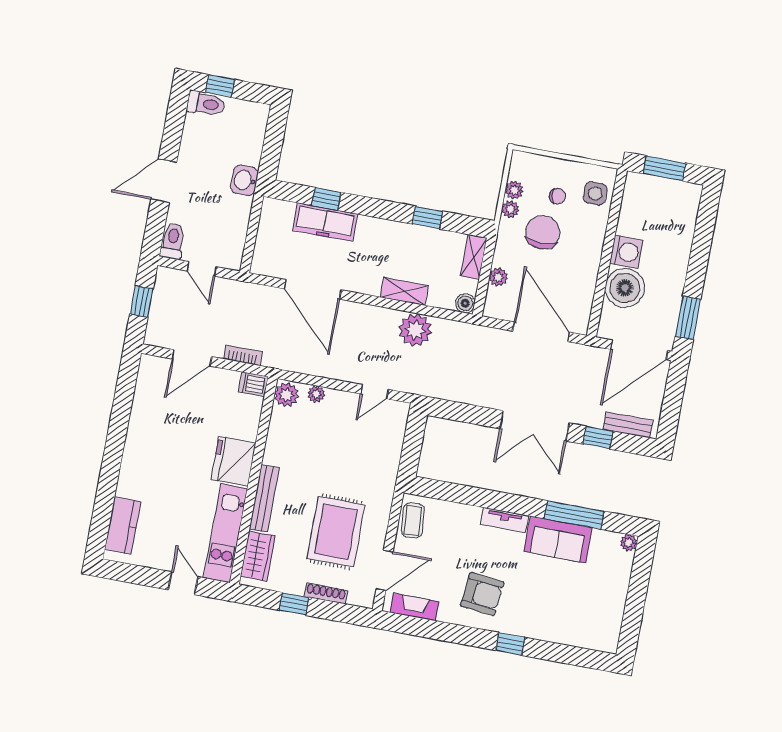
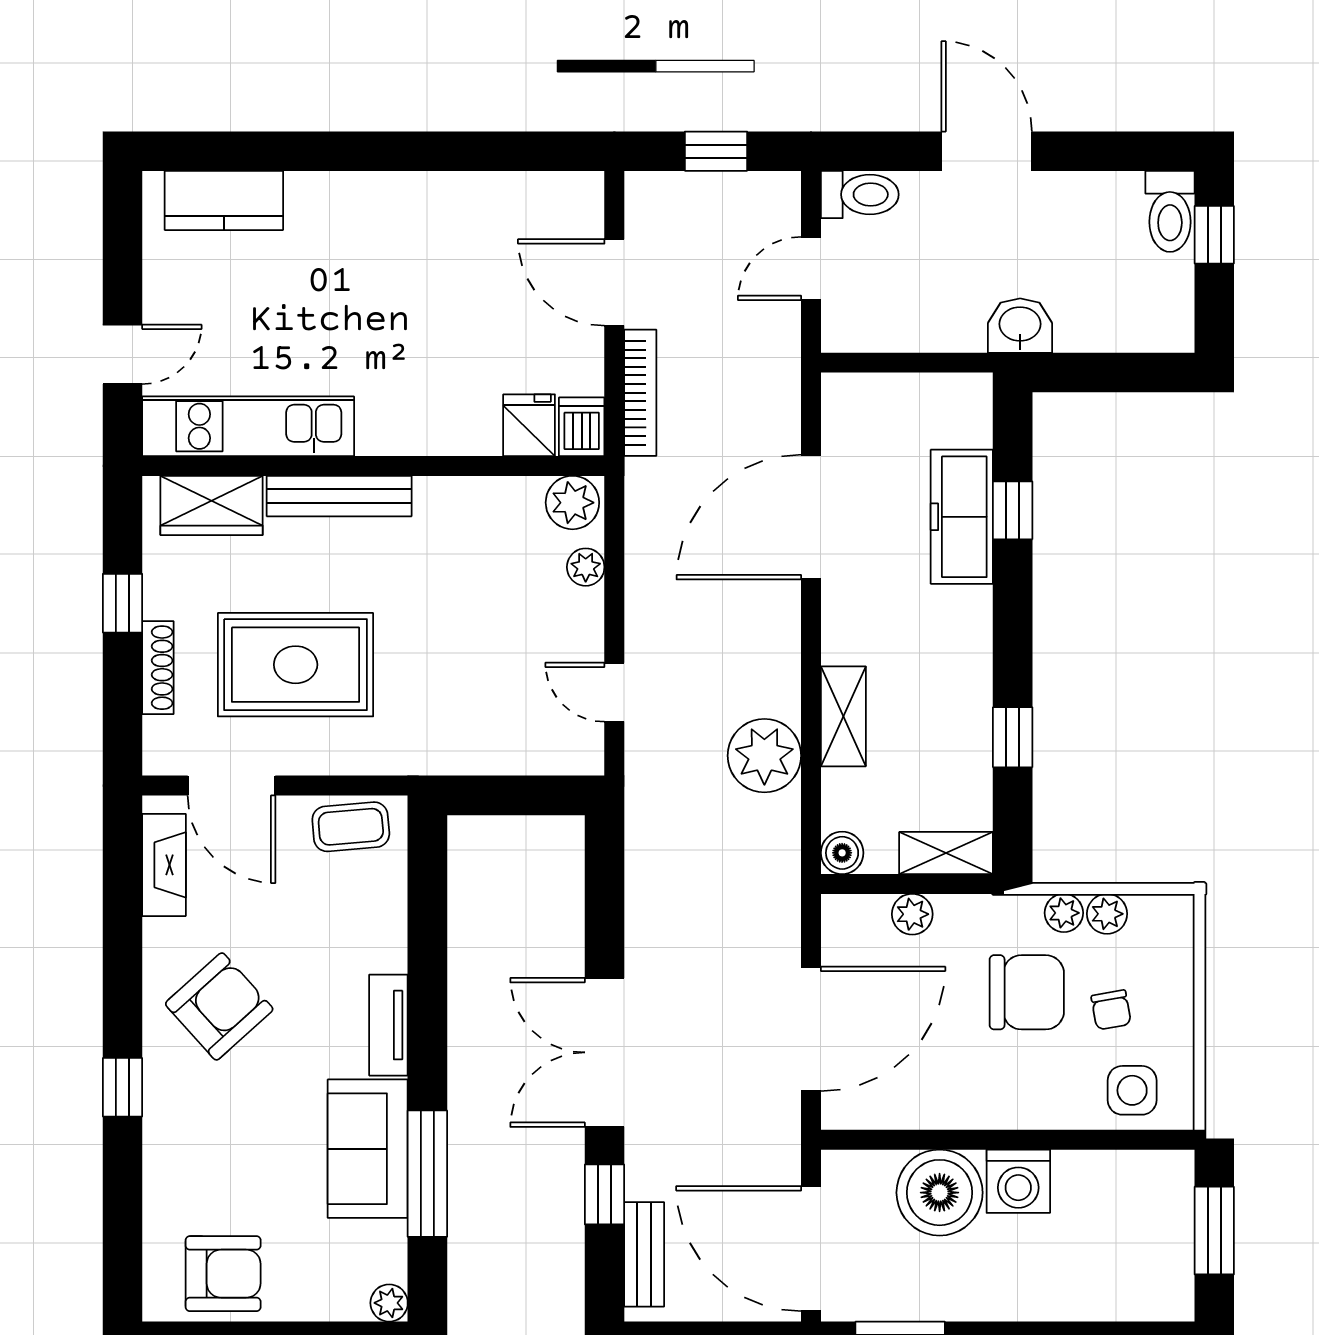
bookcase: (243, 355) -> (640, 393), width x1.56
fridge: (234, 461) -> (529, 425), moved, width x0.53, depth x0.75
armchair: (482, 594) -> (219, 1006), turned -138
armchair: (602, 614) -> (223, 1274), added

